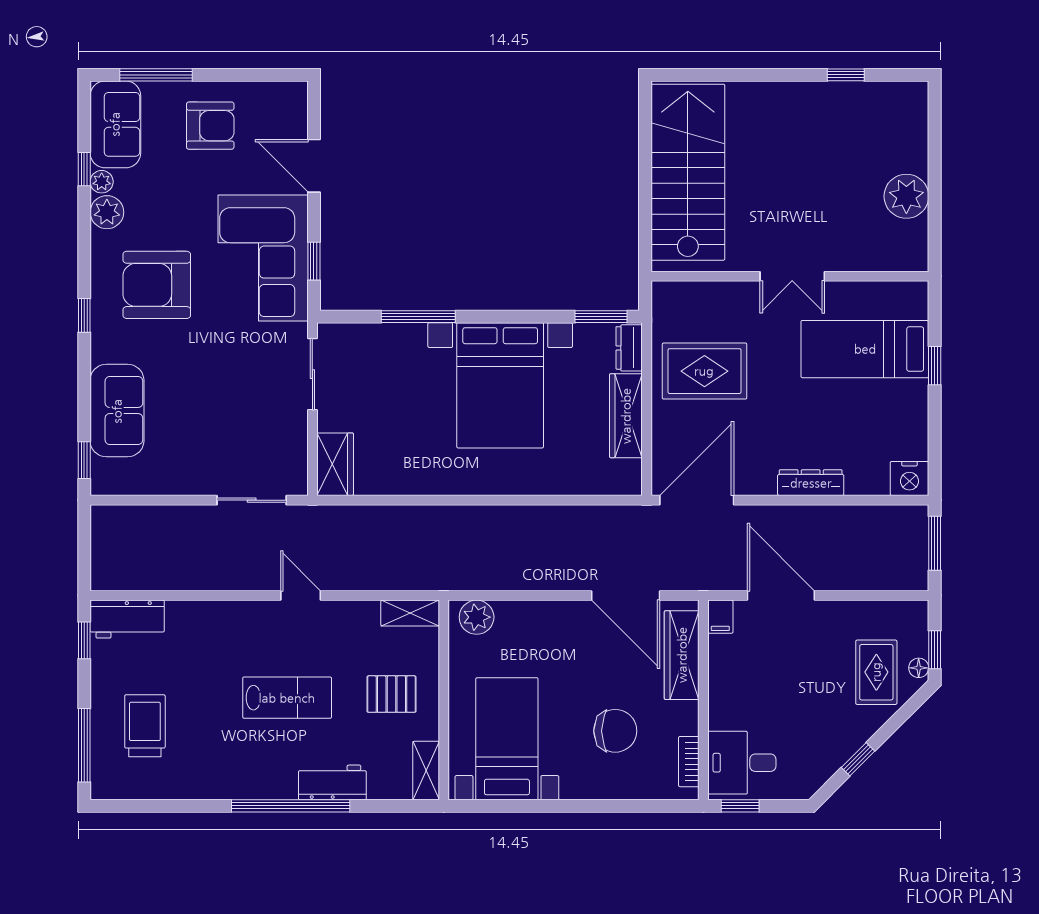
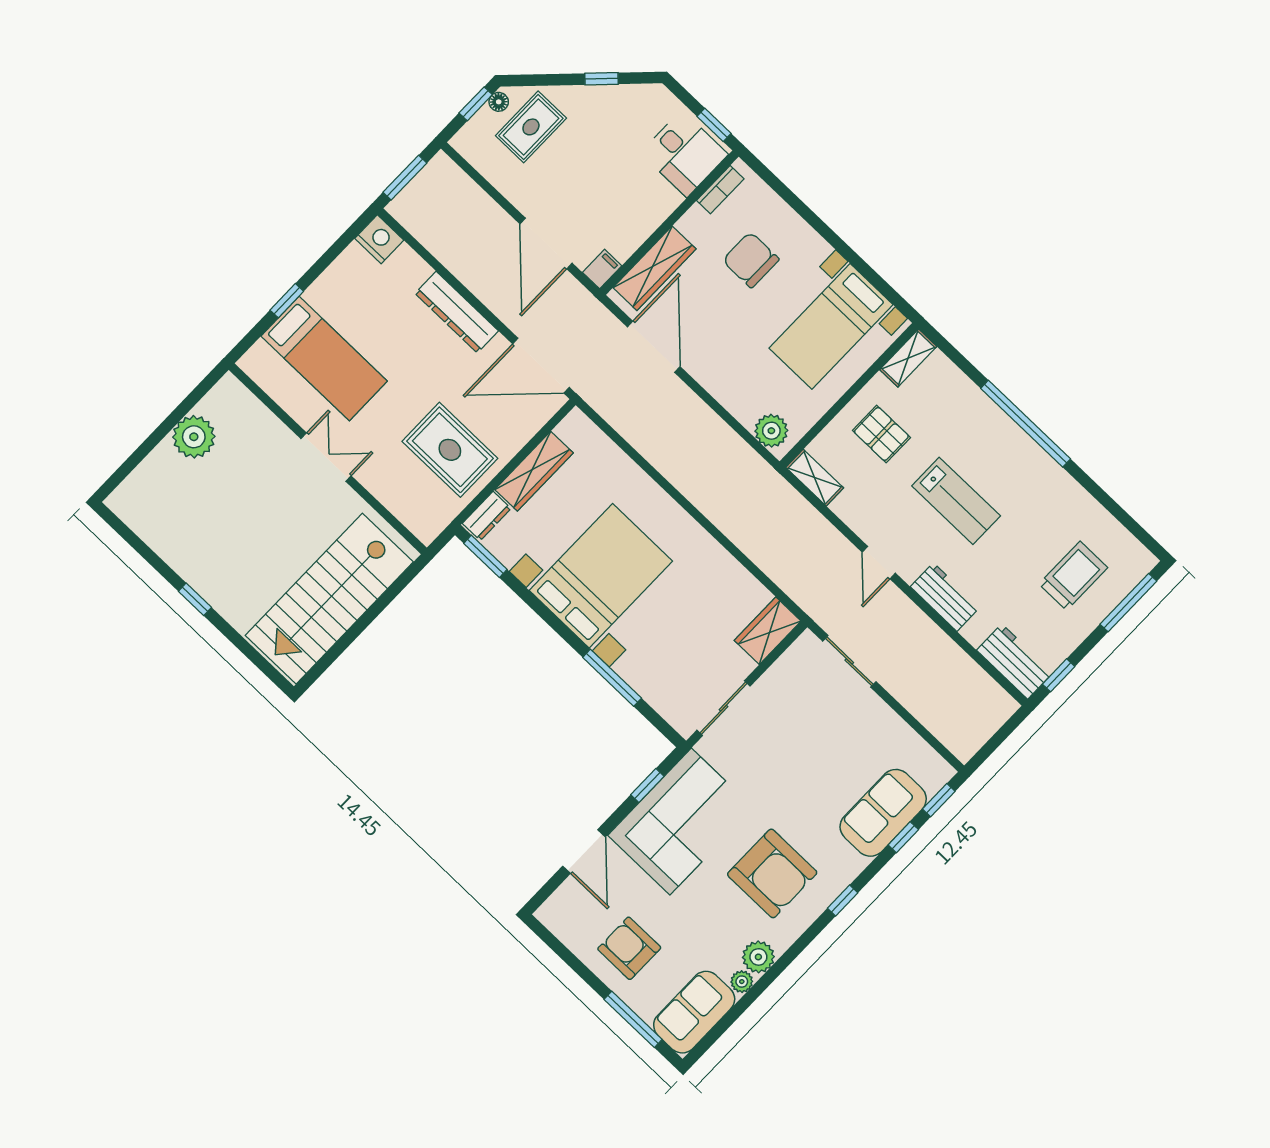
window: (846, 75) -> (195, 599), moved
window: (84, 169) -> (903, 837), moved
dresser: (811, 483) -> (457, 312), width x1.37, depth x1.24
lab bench: (287, 698) -> (956, 501), turned 180
trolley: (145, 726) -> (1073, 576), turned 180
workbench: (332, 782) -> (945, 597), moved, turned 180

